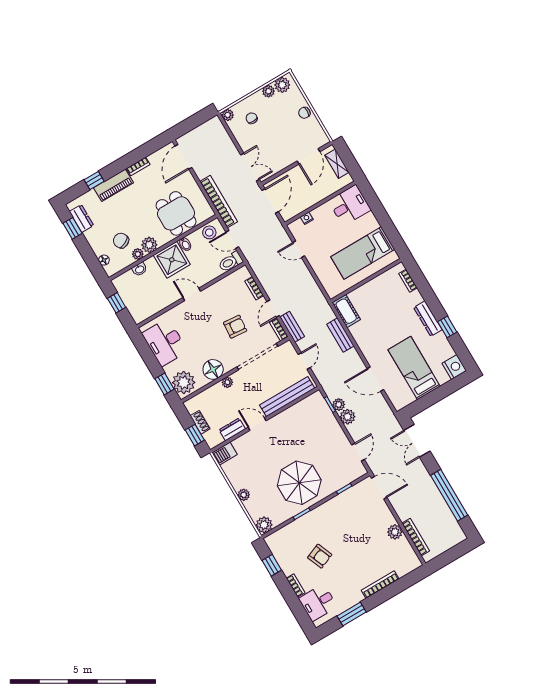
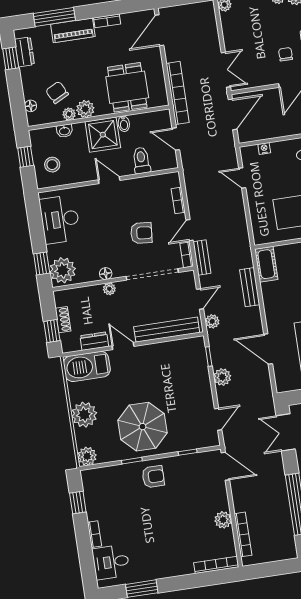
chair: (252, 118) -> (286, 54), moved
window: (94, 180) -> (54, 17), width x2.17
stool: (209, 232) -> (52, 165), moved
toilet: (231, 262) -> (141, 160), moved, turned 90
floor lamp: (213, 369) -> (106, 274), width x0.53, depth x0.53
plant: (339, 405) -> (212, 321), moved
barbecue: (225, 454) -> (87, 366), width x1.88, depth x1.53
plant: (244, 495) -> (84, 415), width x1.87, depth x1.87
armchair: (320, 556) -> (153, 477), moved, turned -68
bookcase: (380, 585) -> (216, 565), moved

